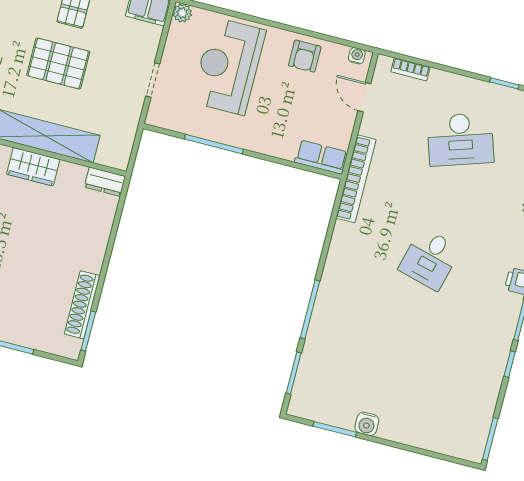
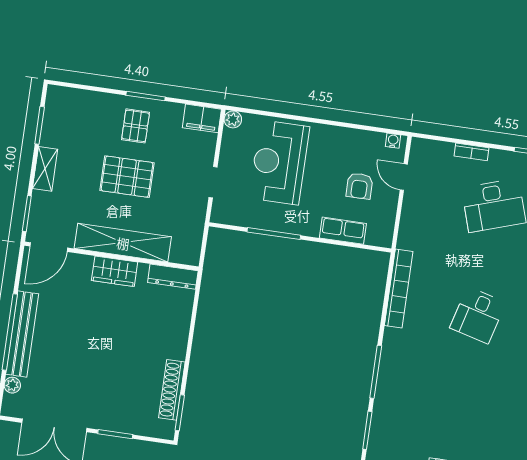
armchair: (305, 56) -> (360, 186), moved
bookcase: (411, 69) -> (471, 152), moved
row of seats: (321, 157) -> (343, 231), moved
bookcase: (356, 179) -> (399, 289), moved
dresser: (105, 182) -> (173, 277), width x1.44

